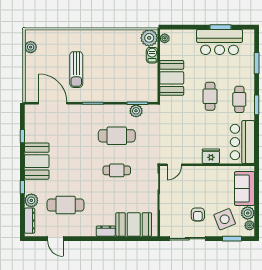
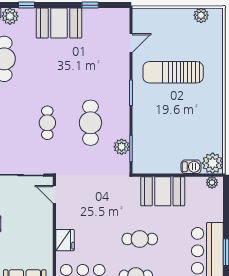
sun lounger: (76, 70) -> (173, 72), width x1.36, depth x1.34
door: (53, 103) -> (131, 43), width x0.53

